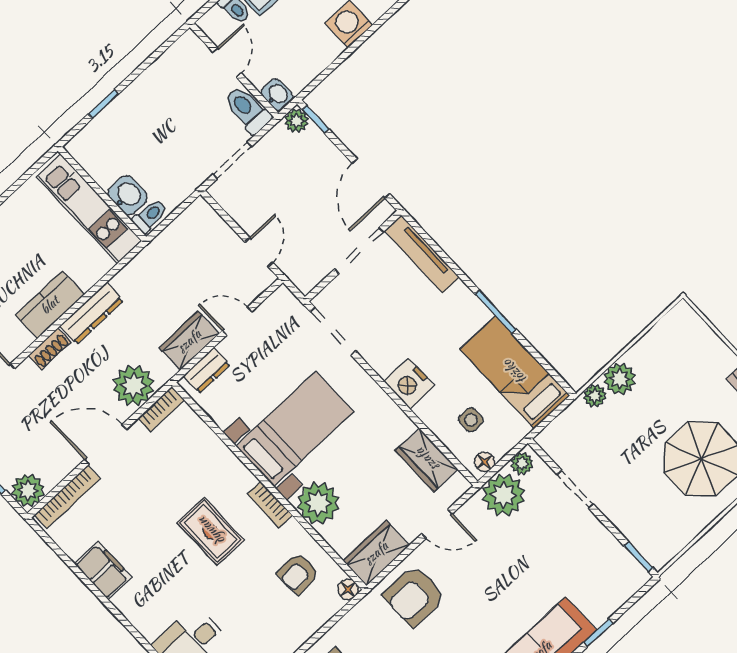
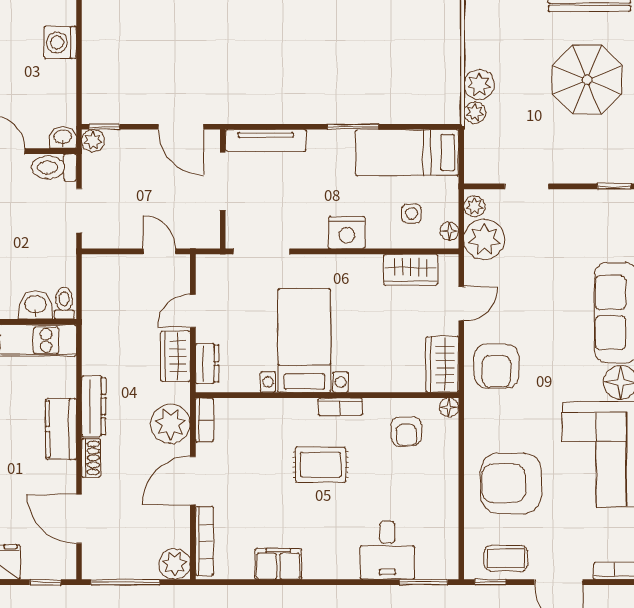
plant: (318, 503) -> (370, 372), removed

